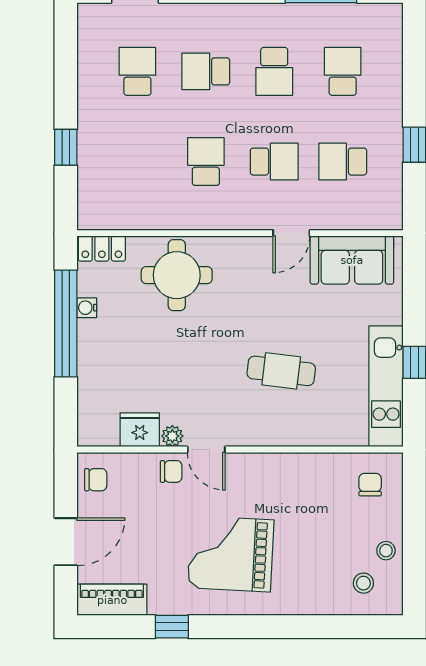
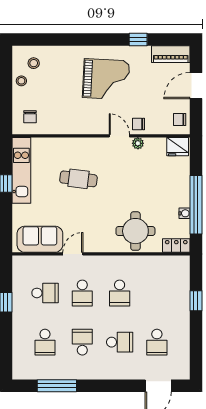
school desk: (274, 162) -> (82, 293), turned -90
fridge: (140, 430) -> (178, 147), moved

